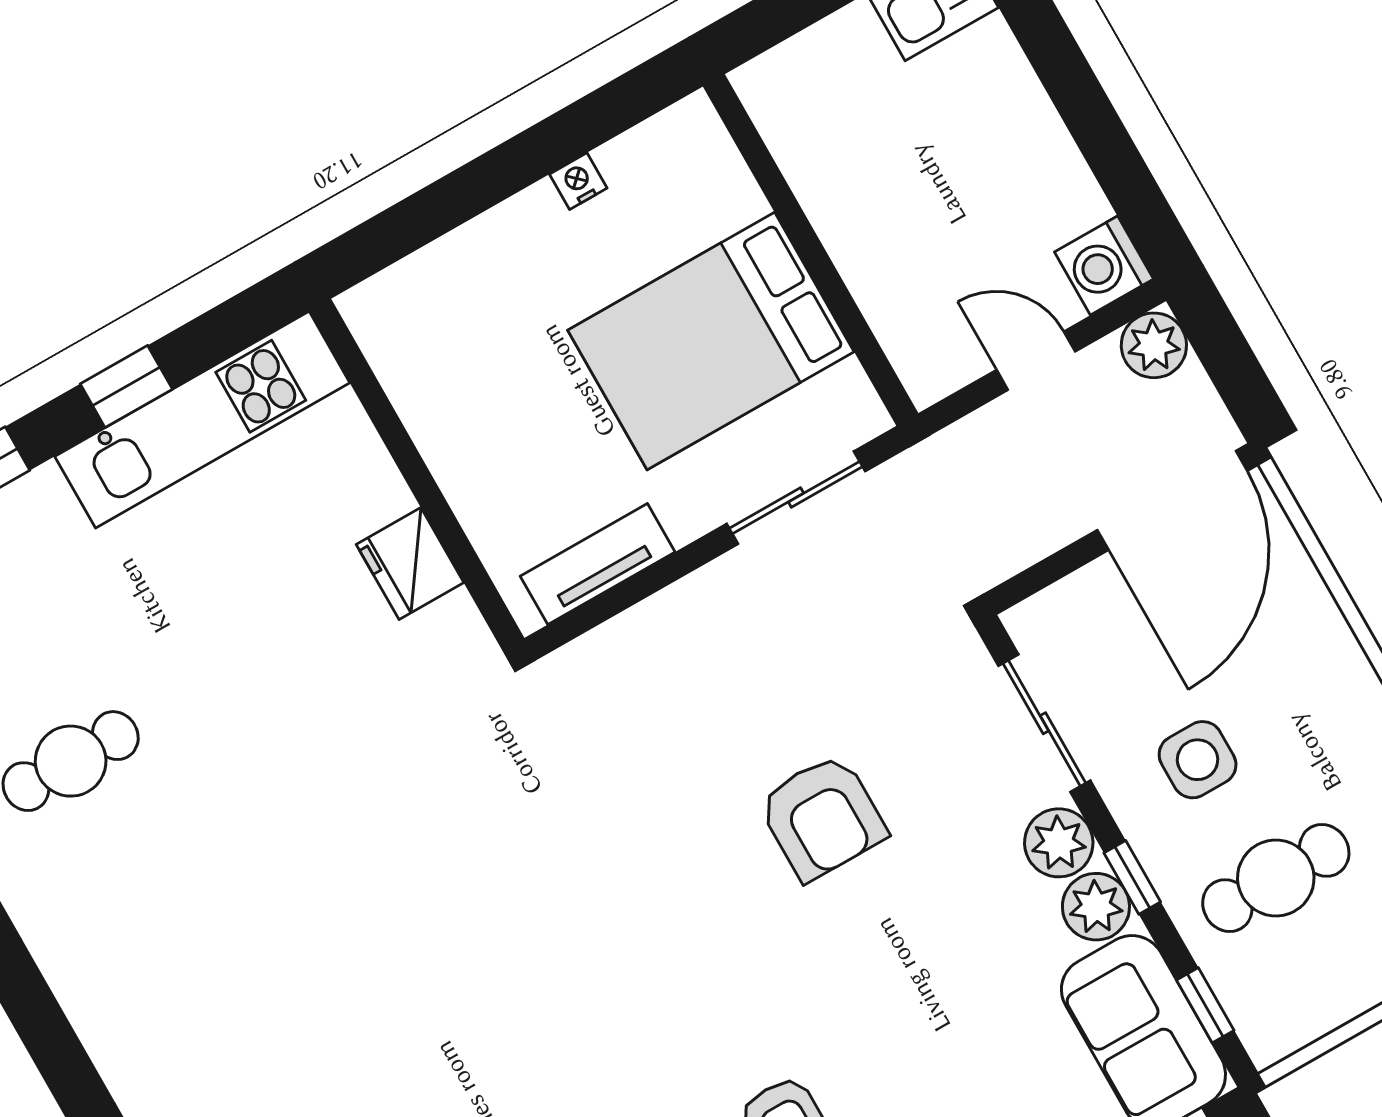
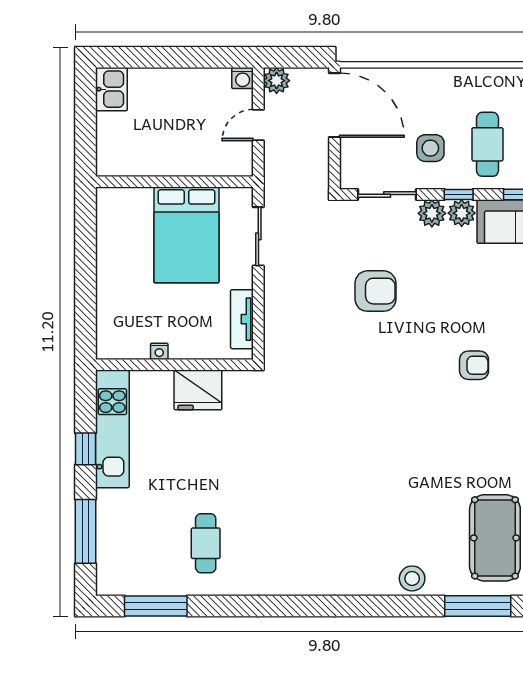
nightstand: (578, 181) -> (159, 351), moved, turned -90
washing machine: (1104, 266) -> (243, 78), width x0.73, depth x0.73
fridge: (410, 563) -> (198, 390), width x1.36, depth x1.34

